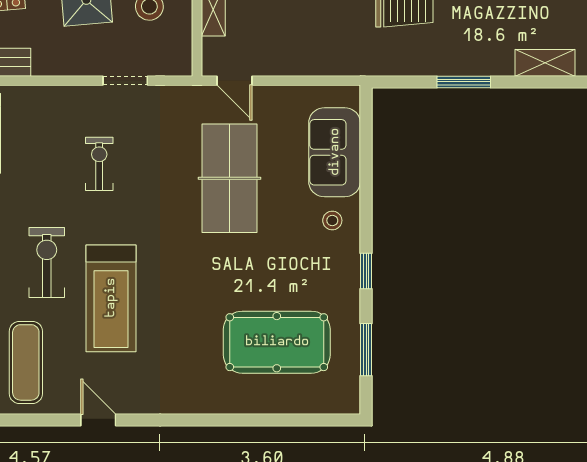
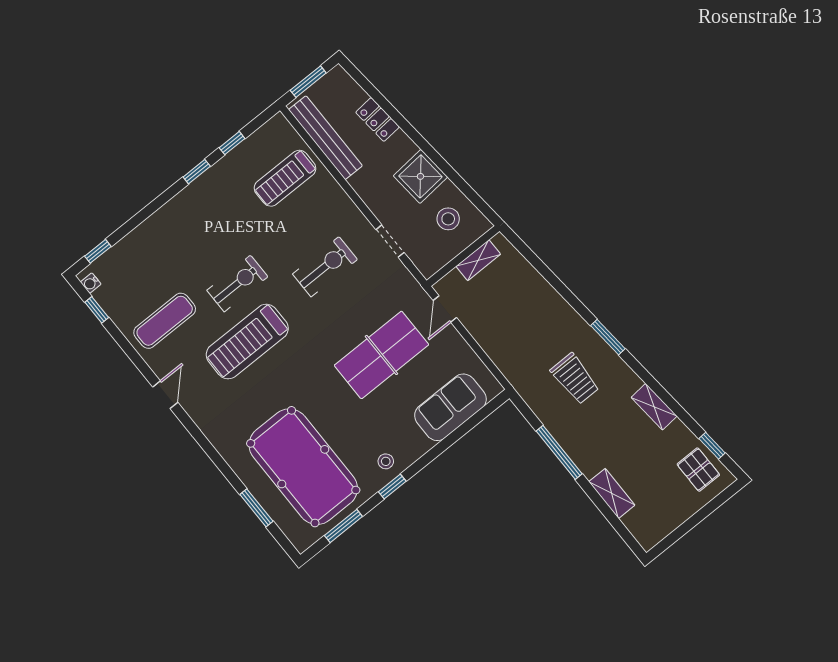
window: (464, 82) -> (559, 452), width x1.44
exercise bike: (99, 164) -> (325, 267), width x1.38, depth x1.39
stool: (332, 220) -> (386, 461), moved
pool table: (277, 342) -> (303, 467), width x1.36, depth x1.32
window: (280, 420) -> (256, 508), added

